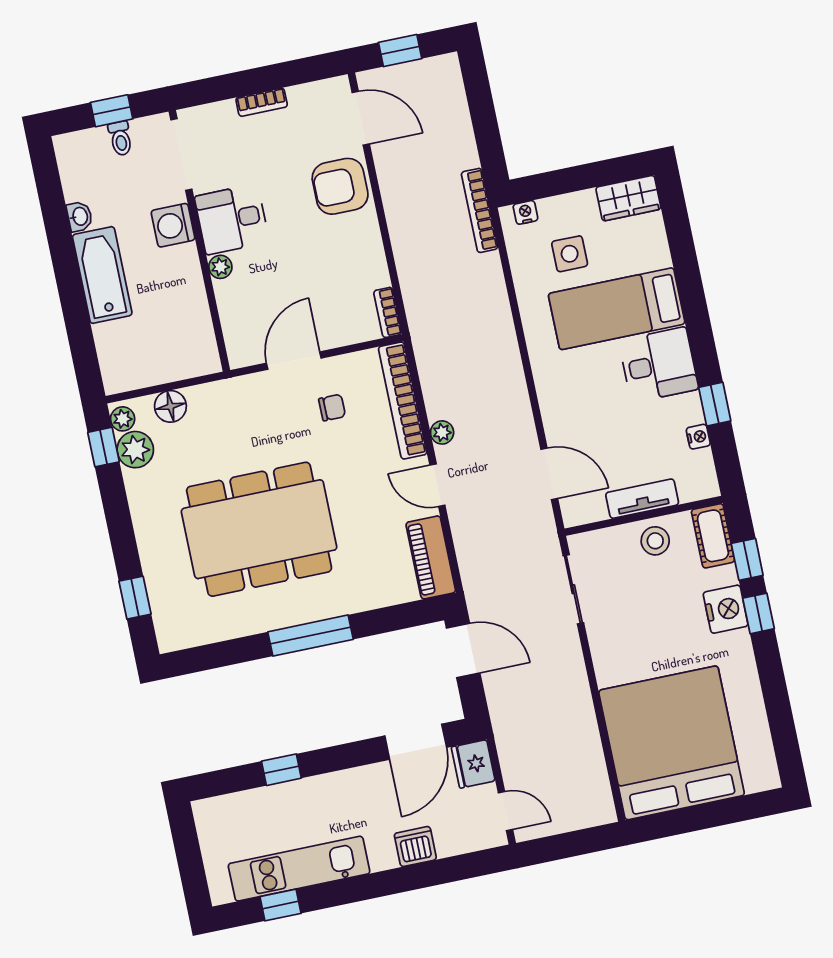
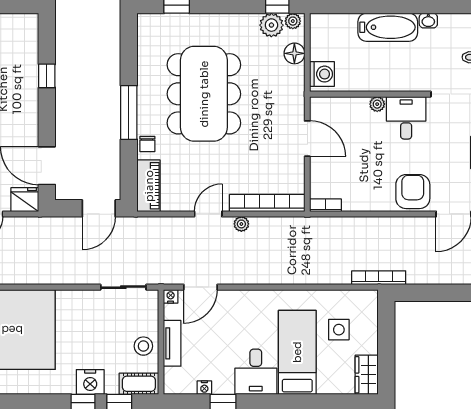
nightstand: (525, 212) -> (171, 296), moved, turned -90
washing machine: (173, 225) -> (322, 74), moved, turned 90
chair: (332, 408) -> (147, 144), moved
piano: (431, 557) -> (149, 186), moved, turned 90

